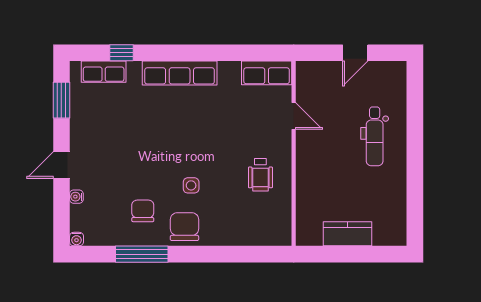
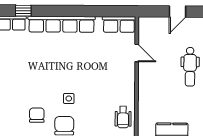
row of seats: (180, 73) -> (62, 24), width x1.36
wheelchair: (260, 175) -> (123, 117), moved

